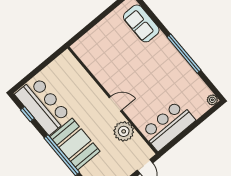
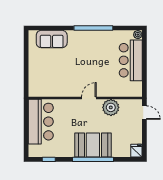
bar counter: (43, 105) -> (41, 122), moved, turned 90
bar counter: (168, 126) -> (131, 60), moved

